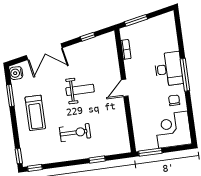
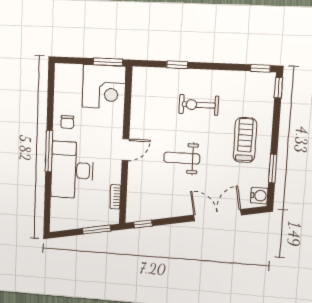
window: (88, 37) -> (143, 224), moved
desk: (169, 69) -> (72, 170), width x1.36, depth x1.30
corner desk: (173, 130) -> (104, 87), moved

